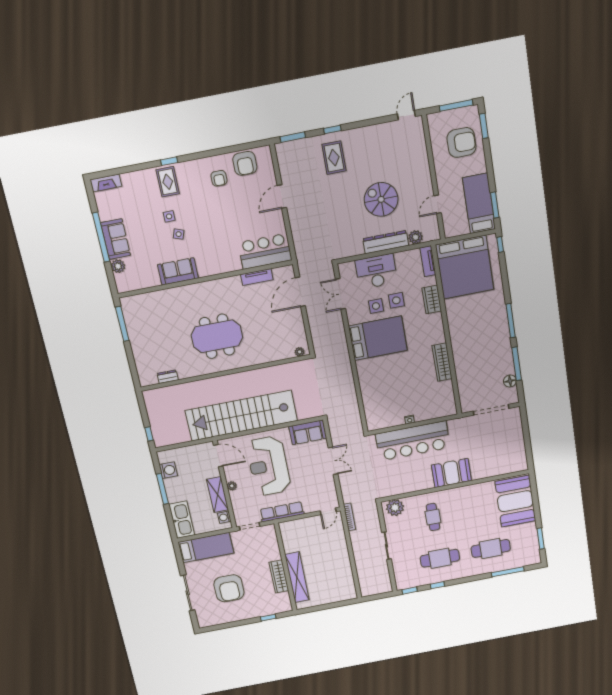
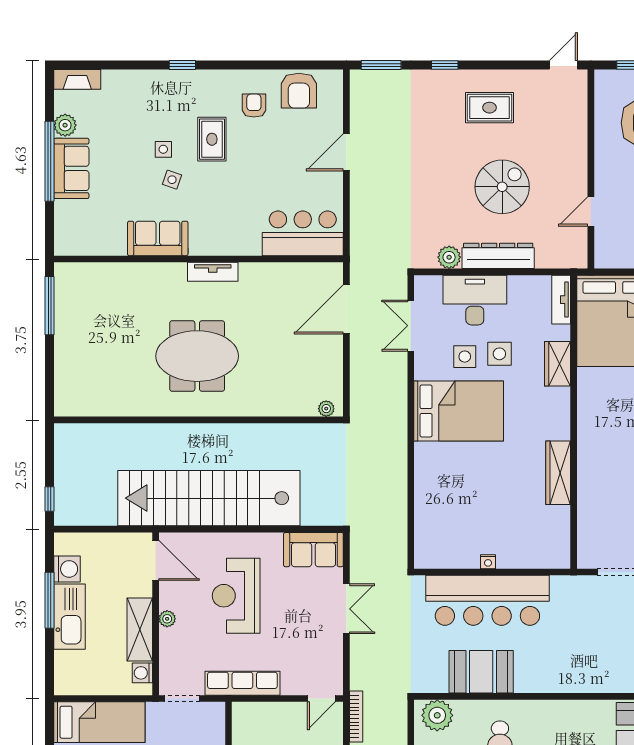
rug: (334, 158) -> (489, 108), moved, turned 90
armchair: (219, 178) -> (254, 106), turned 180
rug: (168, 182) -> (212, 139), moved
spiral stairs: (381, 199) -> (502, 187), turned 90
plant: (416, 237) -> (449, 257), moved
plant: (118, 266) -> (65, 125), moved
tv unit: (257, 277) -> (213, 272), moved
dresser: (168, 377) -> (102, 408), removed
reception desk: (268, 466) -> (236, 596), width x0.74, depth x0.77
booth: (451, 473) -> (481, 672), moved
kitchen sink: (182, 520) -> (70, 617), moved

